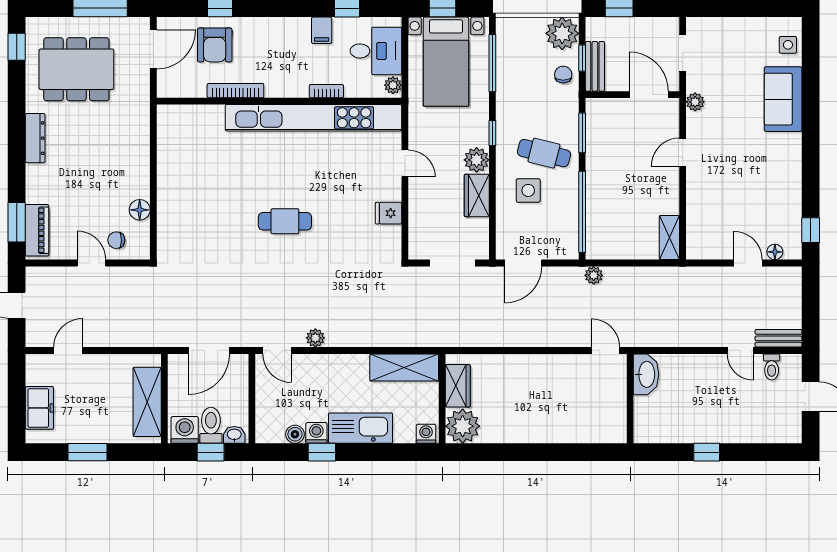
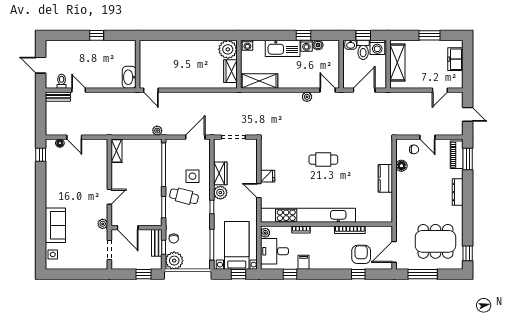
dresser: (35, 138) -> (458, 192), moved
kitchen counter: (170, 186) -> (385, 178), added
fridge: (388, 213) -> (268, 176), moved

